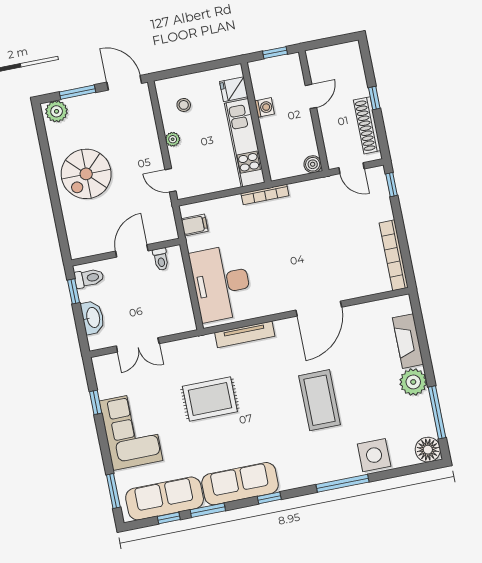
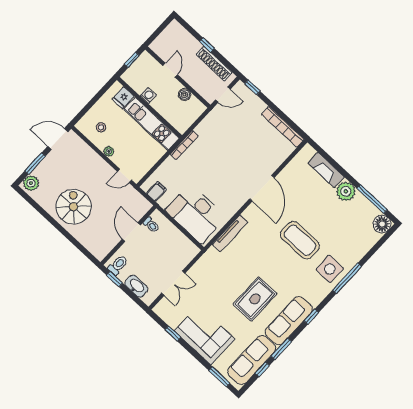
boiler: (313, 164) -> (184, 95), moved
spiral stairs: (86, 174) -> (74, 207), turned 180
rug: (210, 399) -> (255, 299), moved
side table: (374, 455) -> (330, 269), moved

